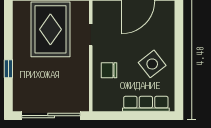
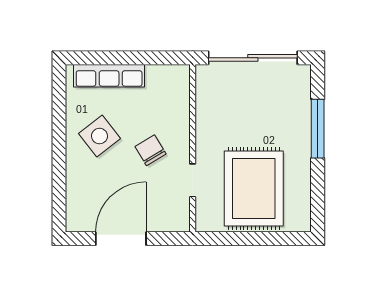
window: (8, 69) -> (318, 129), width x2.17
chair: (109, 70) -> (151, 150), moved, turned -121

